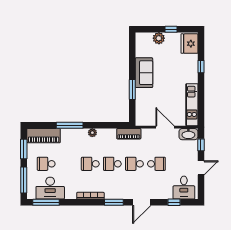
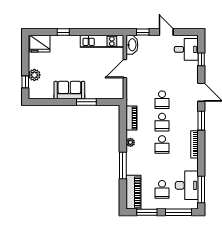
window: (171, 29) -> (25, 82), moved
piano: (129, 134) -> (131, 118), moved
school desk: (156, 164) -> (162, 77), removed

